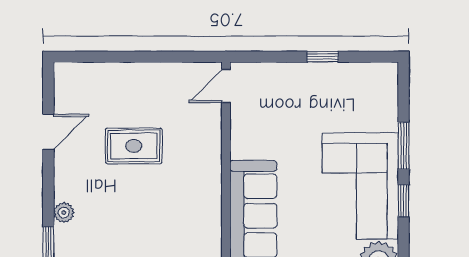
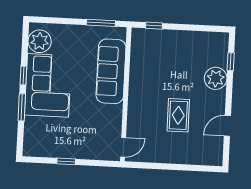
rug: (134, 146) -> (178, 115), turned 90
plant: (64, 213) -> (216, 78), width x1.88, depth x1.88

